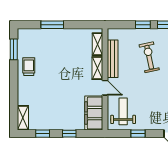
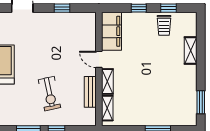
bench: (113, 59) -> (90, 92), width x0.73
trolley: (29, 67) -> (164, 25), moved
weight bench: (123, 111) -> (79, 33), removed
shelving: (23, 118) -> (191, 50), moved

